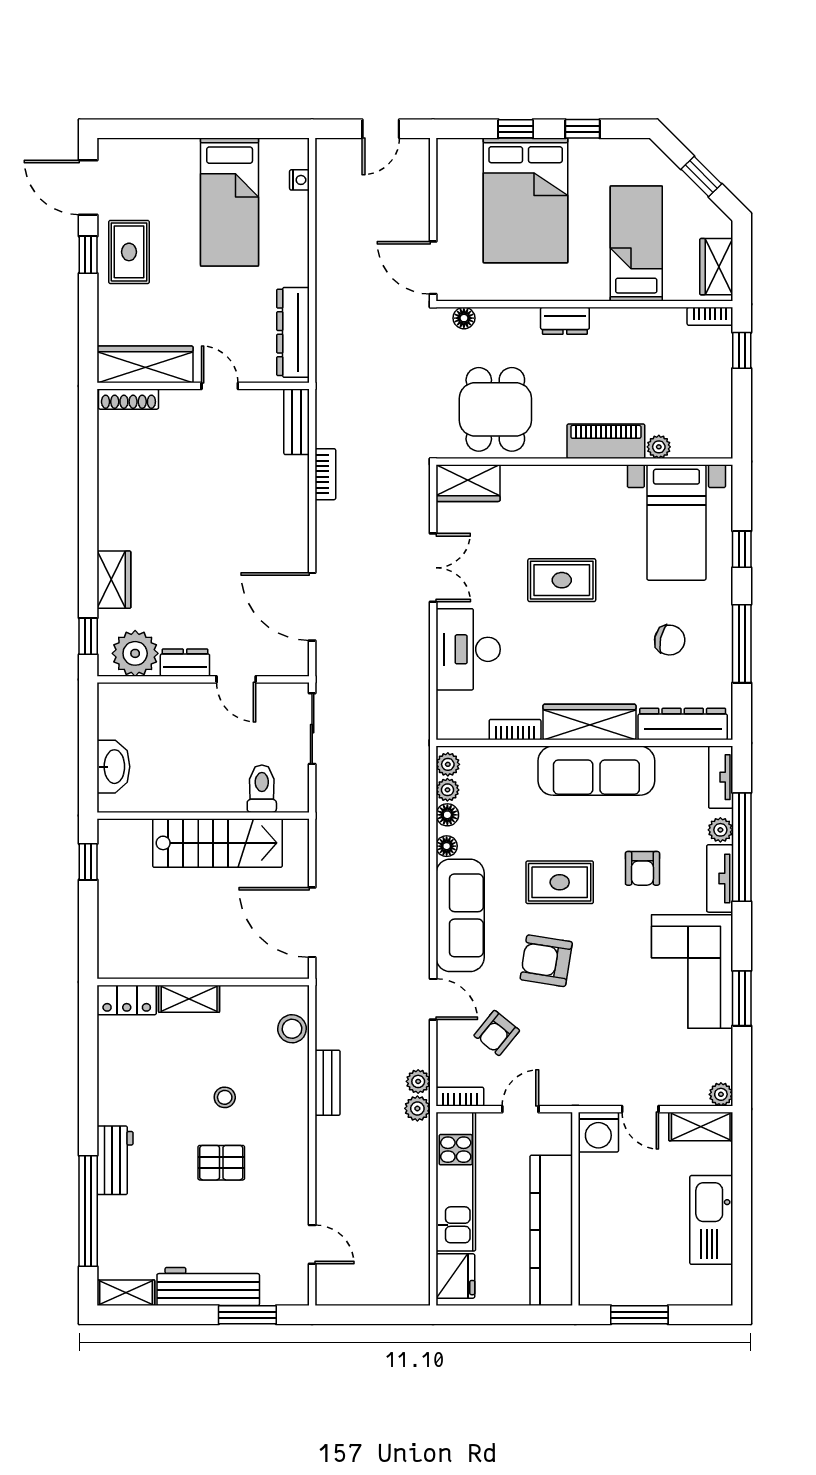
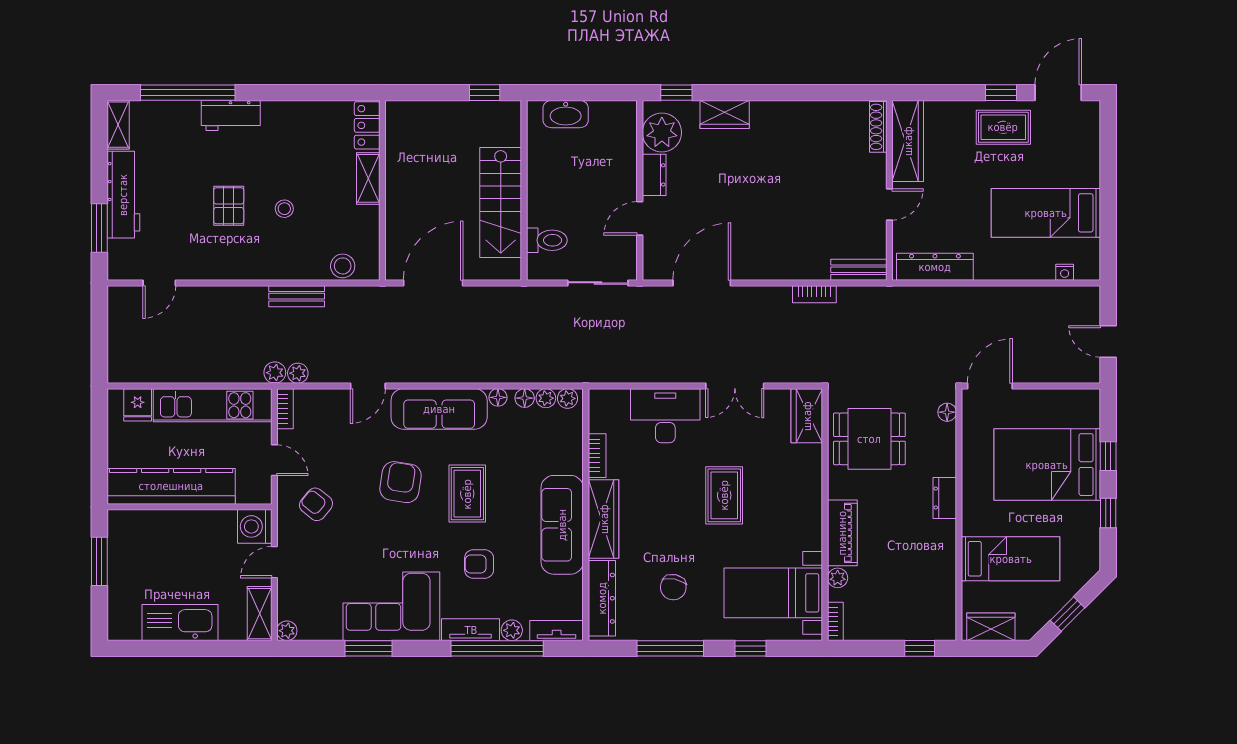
bookcase: (710, 316) -> (835, 621), moved, turned 180
armchair: (497, 1033) -> (316, 504), moved
fridge: (455, 1276) -> (138, 405), width x0.72

